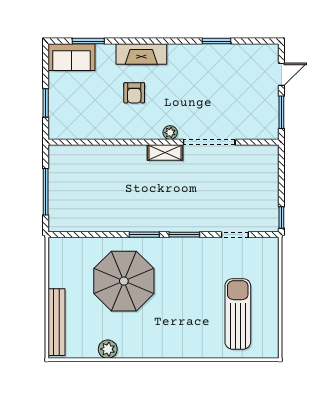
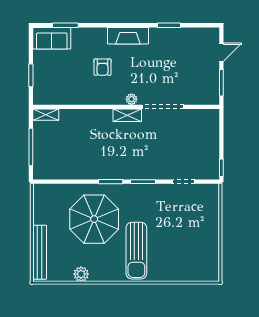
fireplace: (141, 54) -> (128, 36), moved
shelving: (64, 152) -> (46, 115), added
sun lounger: (238, 314) -> (136, 251), moved, turned 180

